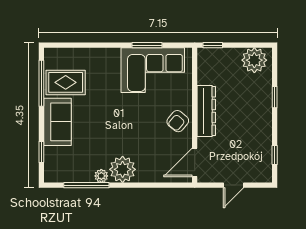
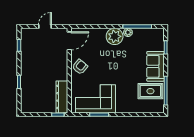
plant: (254, 60) -> (32, 105), removed
dresser: (206, 111) -> (62, 97), moved

